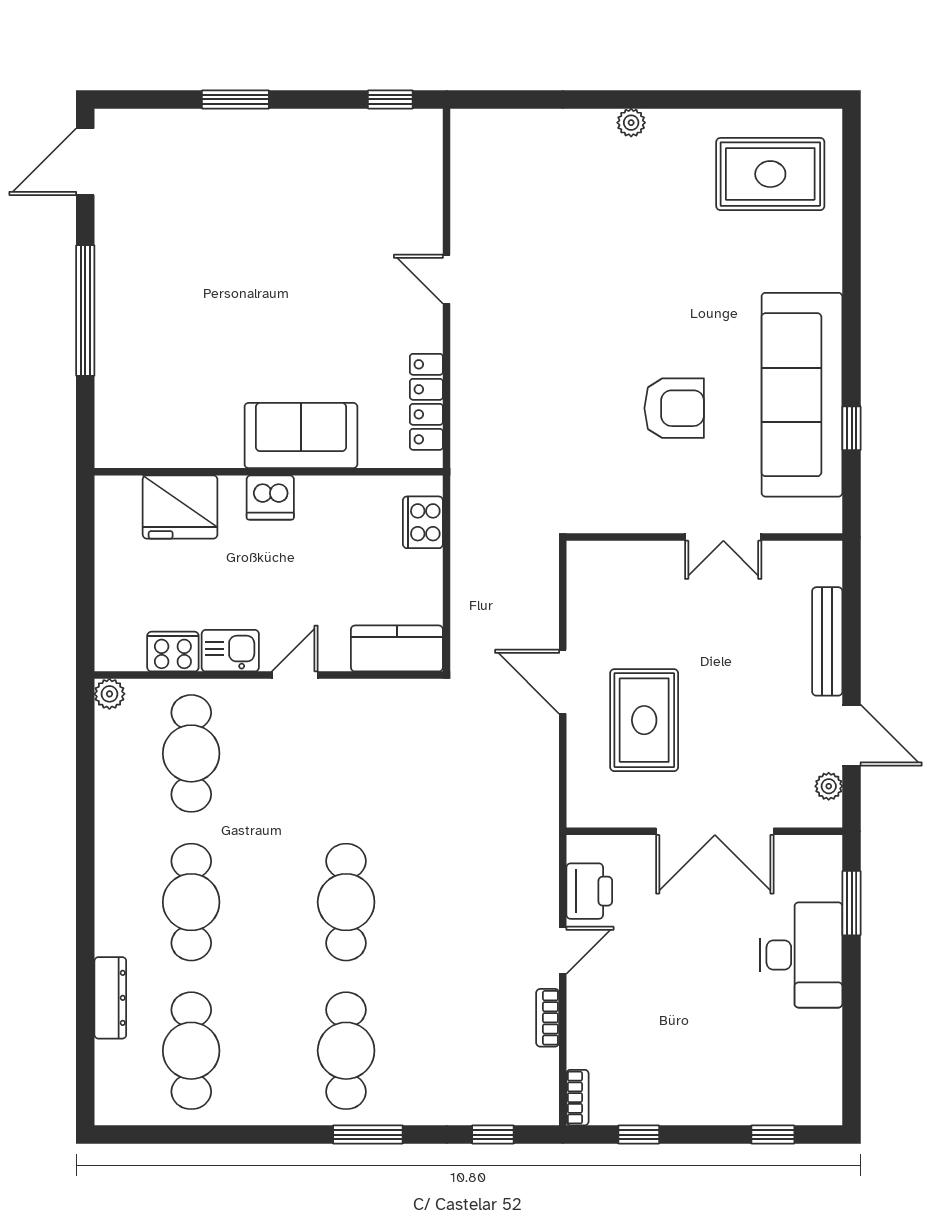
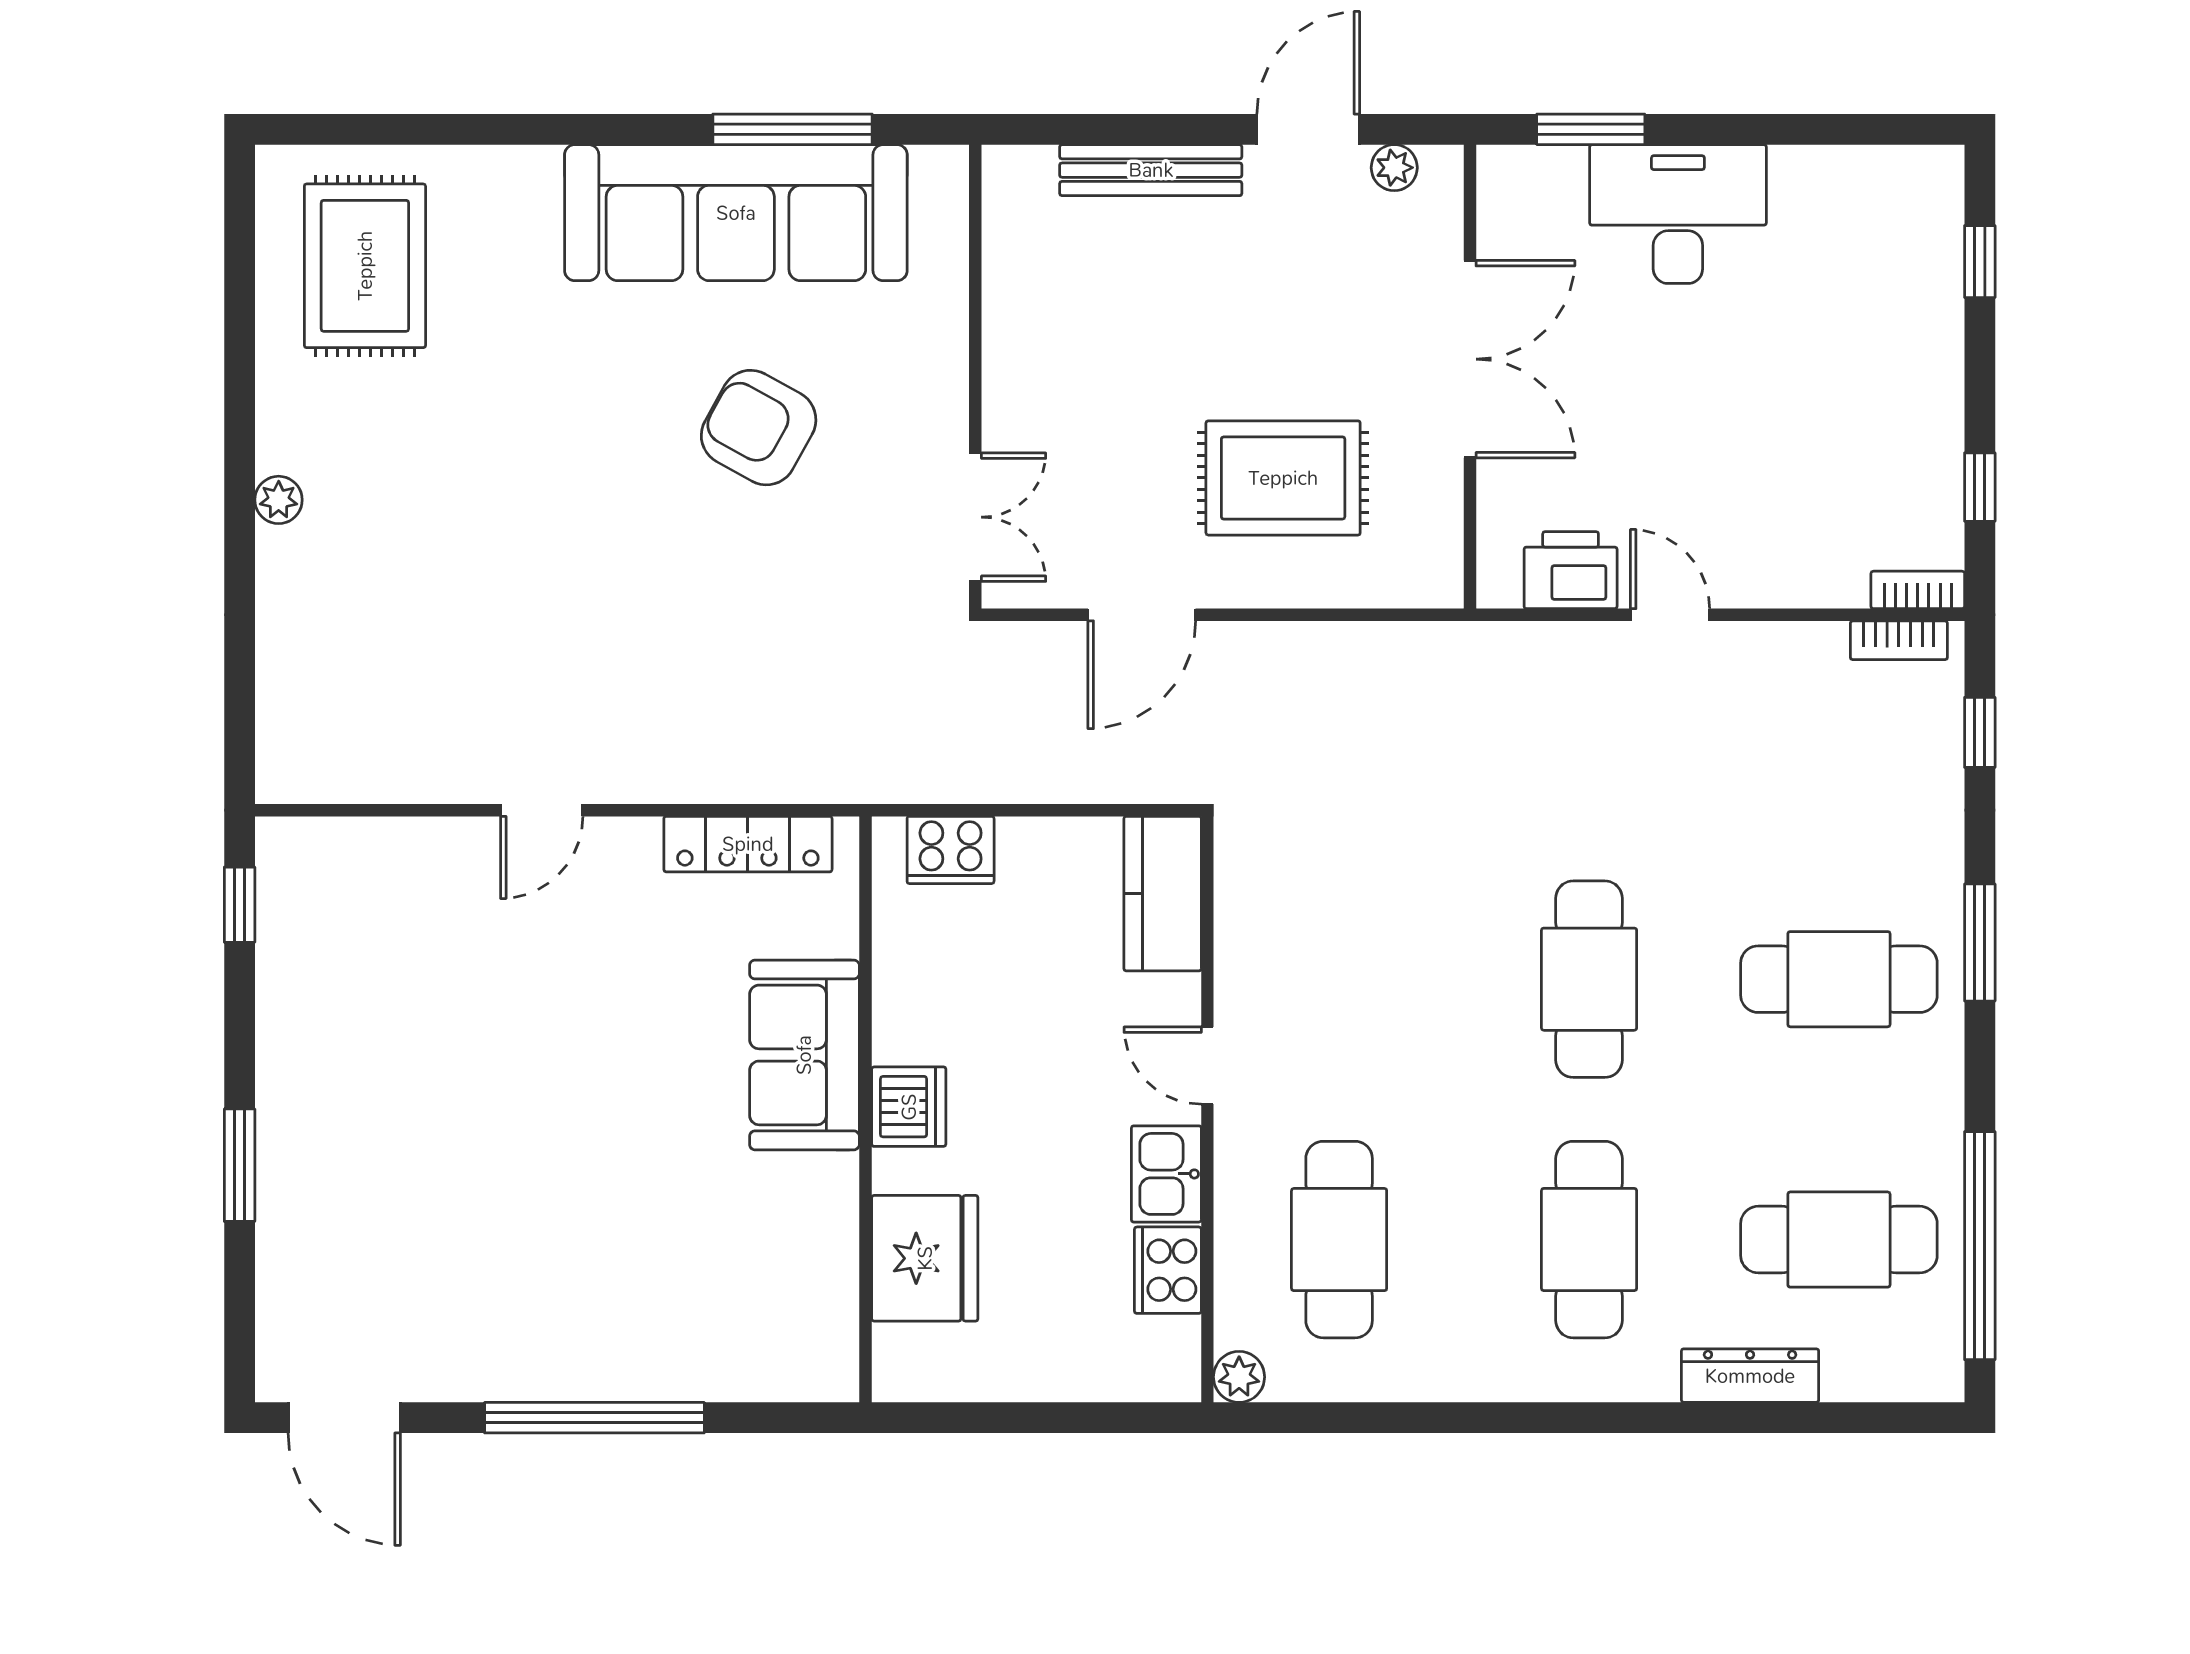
armchair: (674, 408) -> (759, 428), turned -61
window: (852, 428) -> (793, 129), width x2.17
double door: (723, 537) -> (975, 517), moved
door: (563, 682) -> (1142, 615), moved
cafe table: (191, 753) -> (1339, 1240), turned 90
cafe table: (191, 902) -> (1589, 1240), turned 90
cafe table: (346, 902) -> (1589, 979), turned 90
bookcase: (548, 1018) -> (1899, 640), moved
window: (188, 1135) -> (1980, 1246), added

